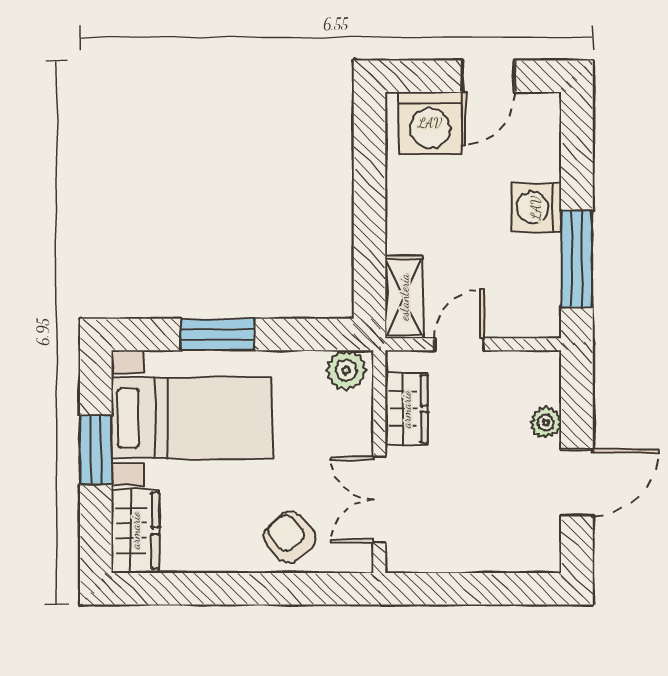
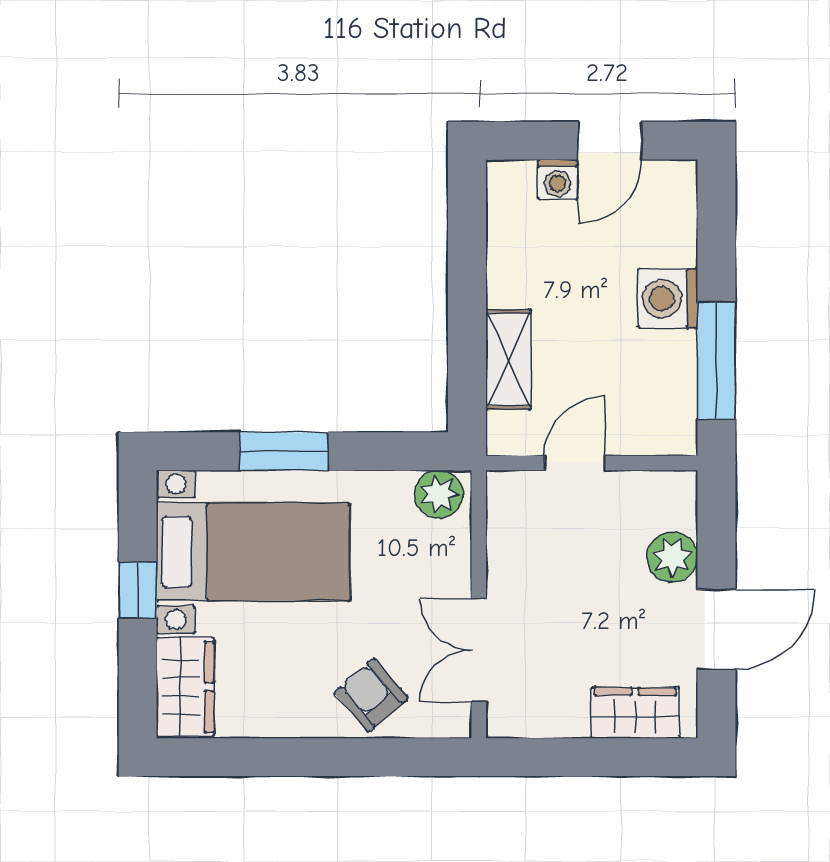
washing machine: (430, 123) -> (557, 179), width x0.53, depth x0.53
shelving: (404, 297) -> (508, 360), moved
wardrobe: (406, 409) -> (635, 713), moved, turned -90
plant: (546, 422) -> (672, 557), width x1.38, depth x1.38
window: (96, 450) -> (138, 590), width x0.67

